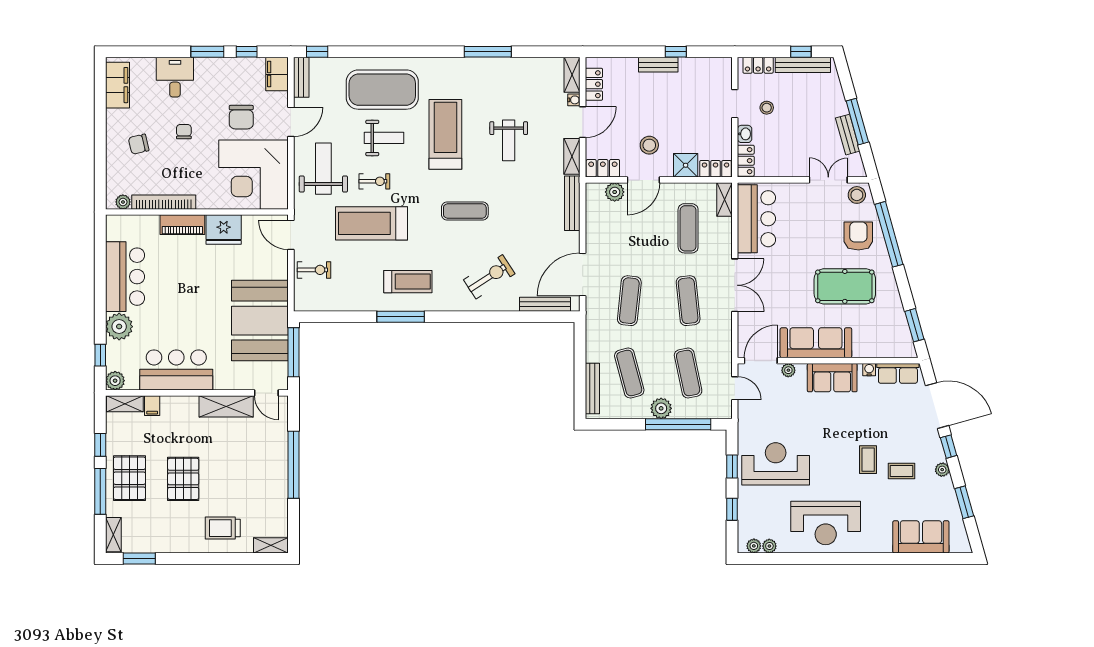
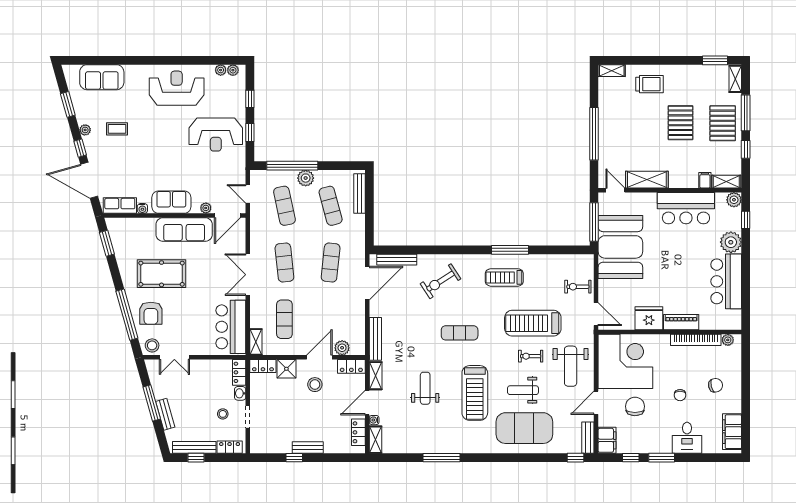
bench: (848, 135) -> (165, 414), moved
treadmill: (372, 223) -> (533, 323), turned 180
coffee table: (868, 460) -> (143, 138), removed

